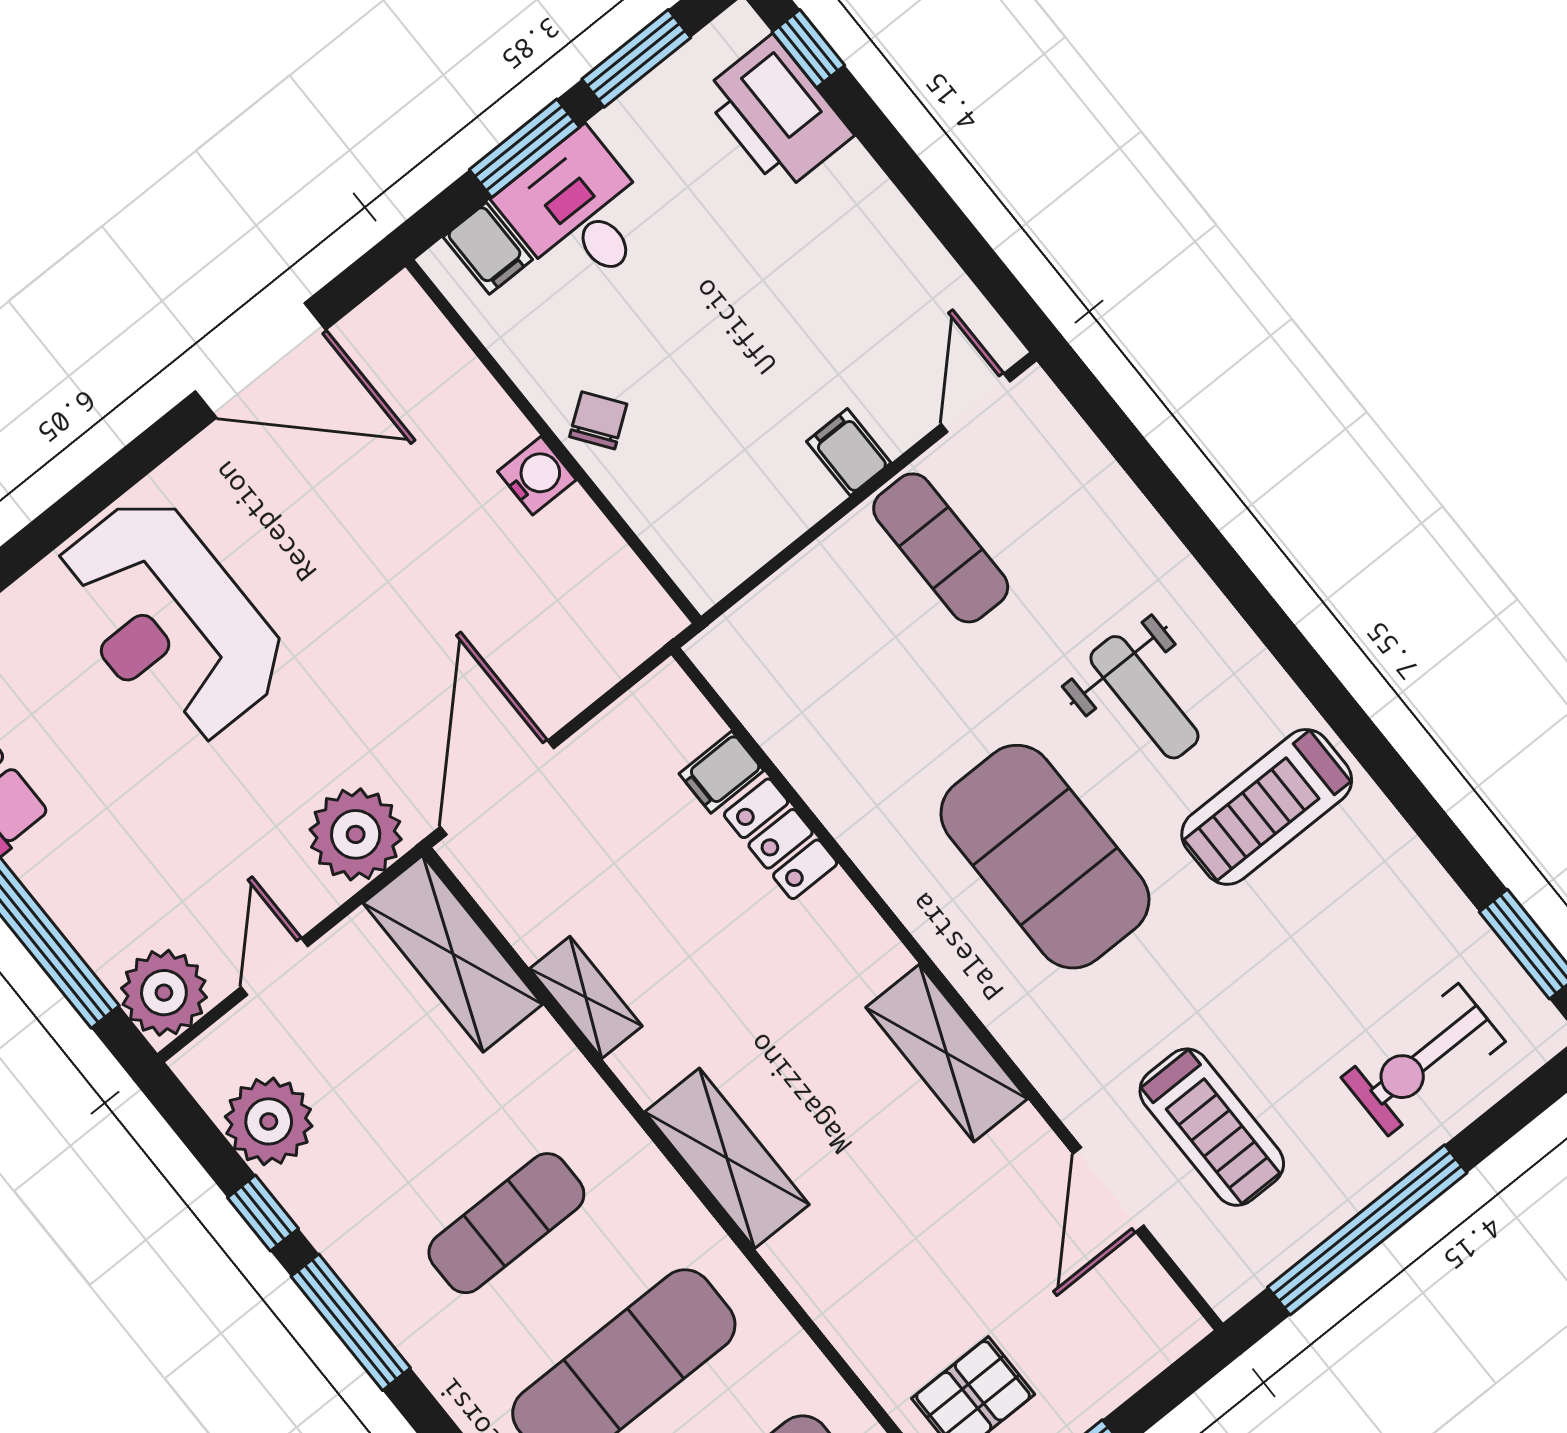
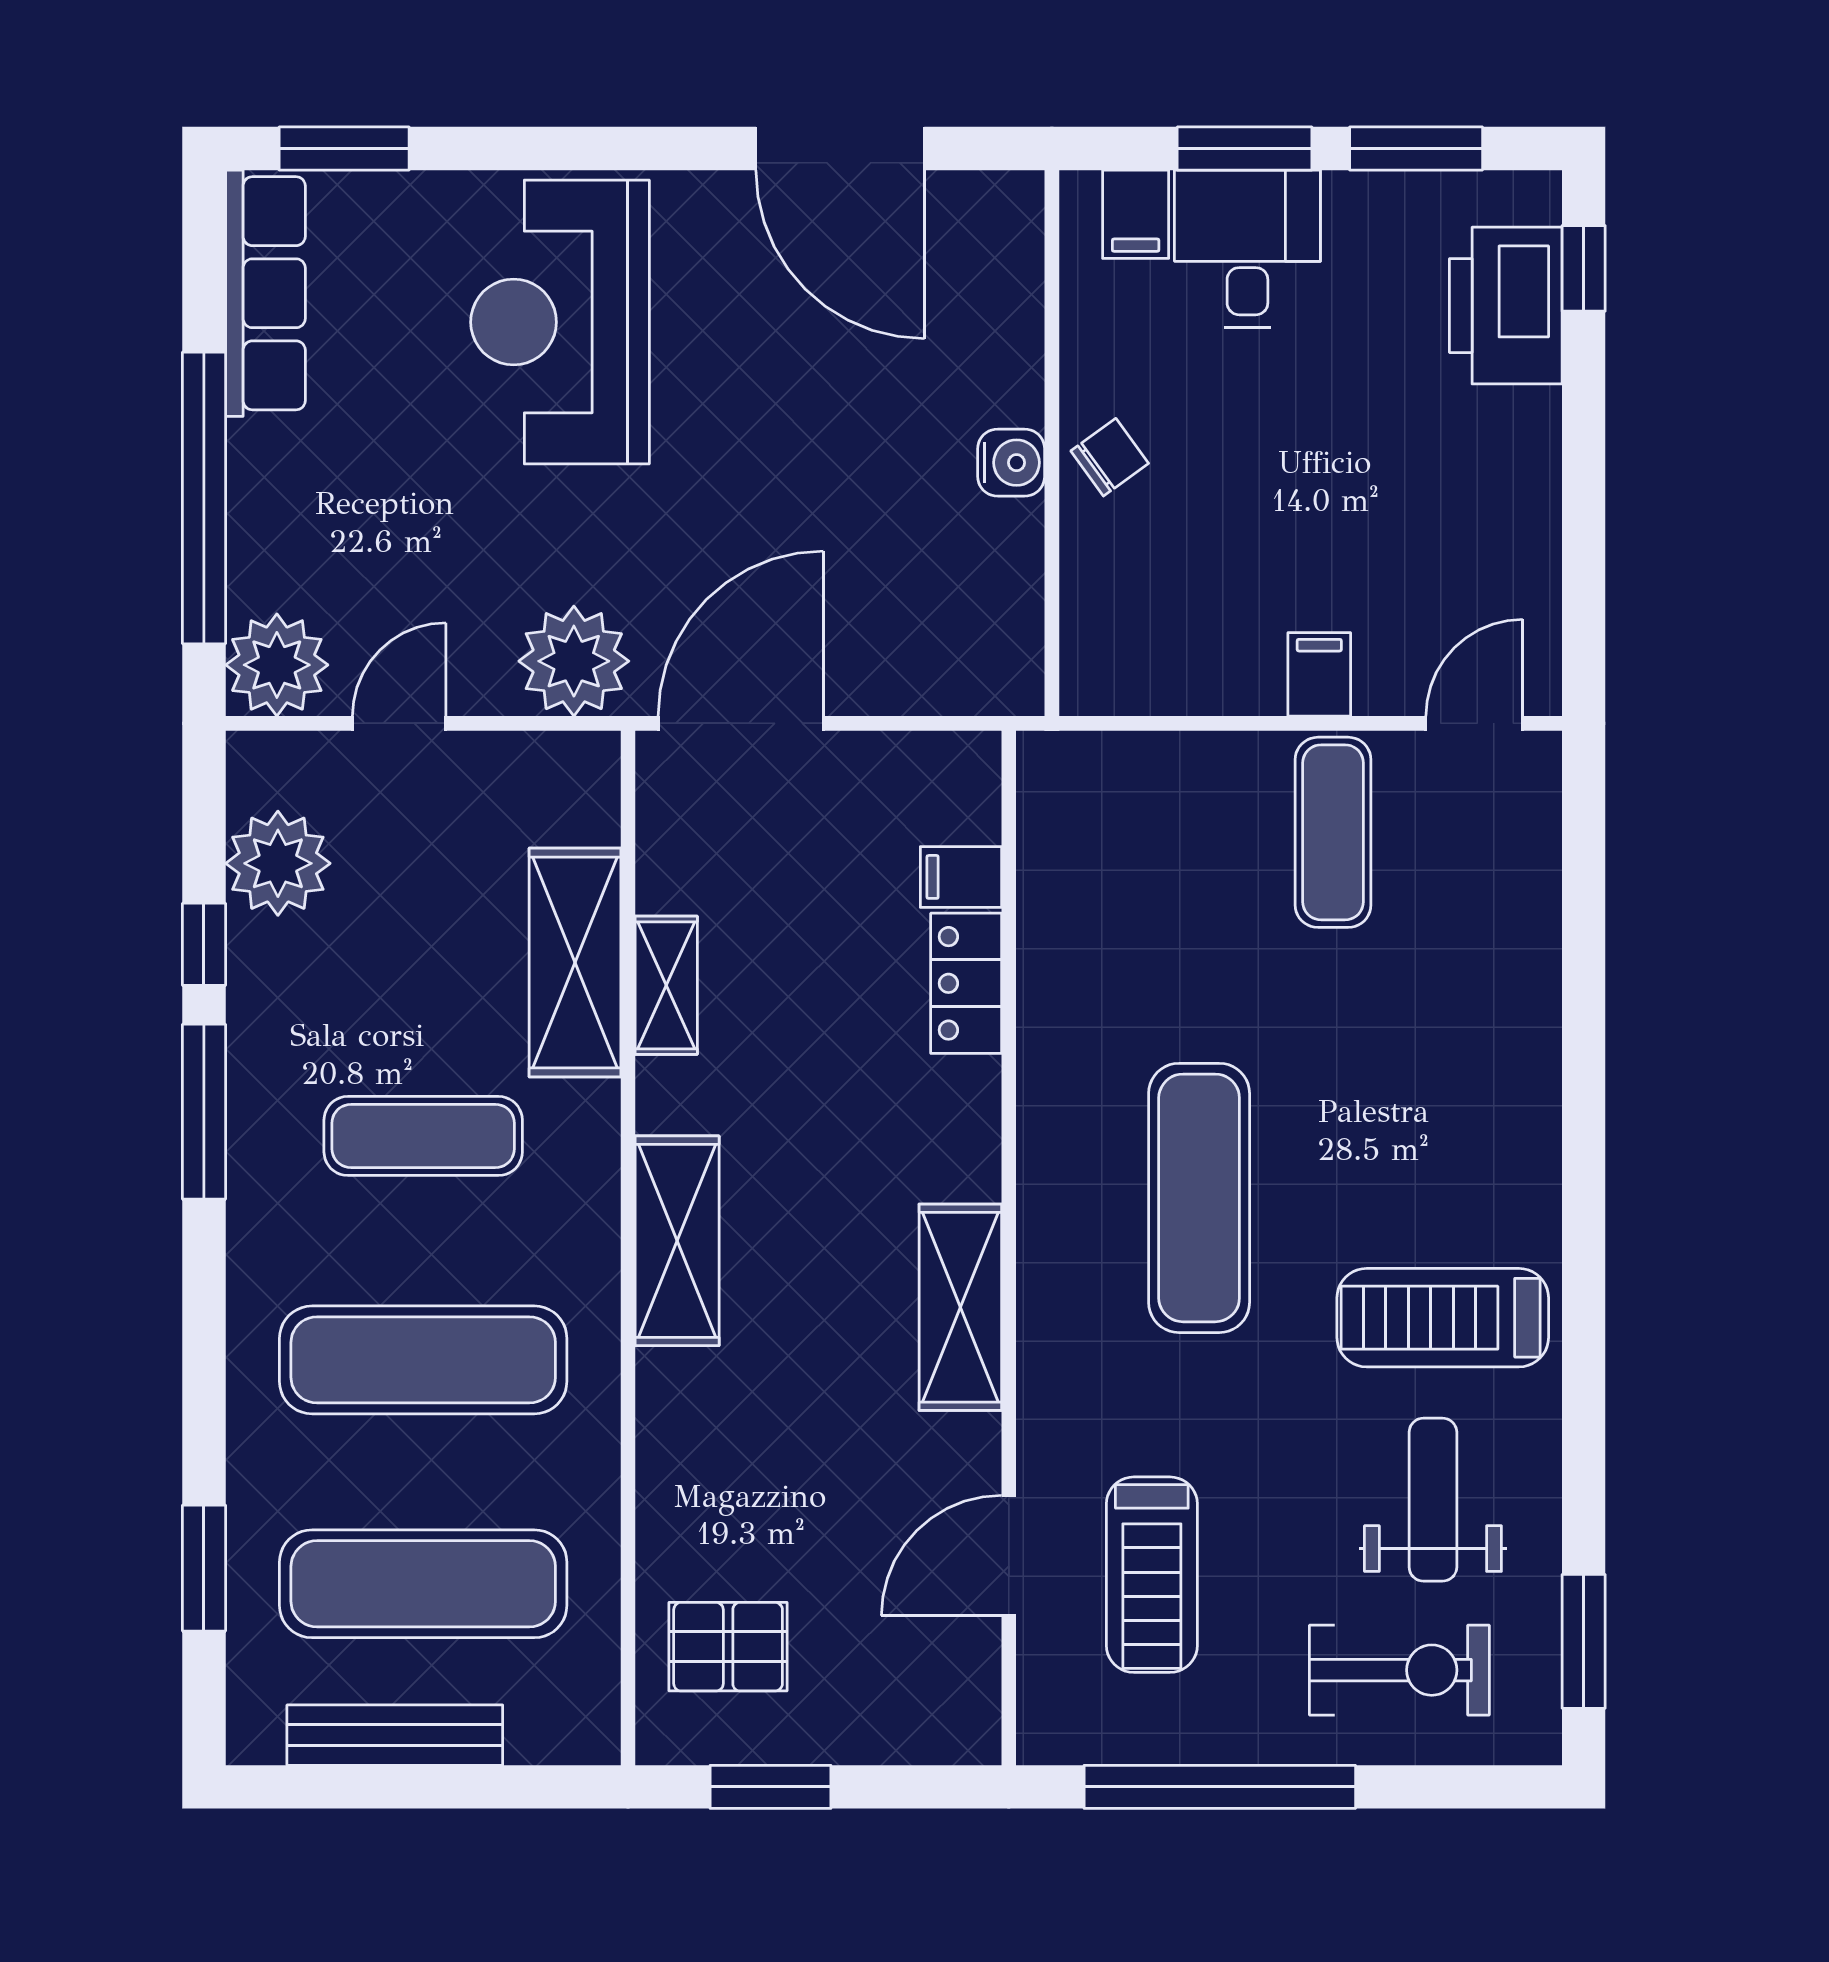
weight bench: (1144, 697) -> (1433, 1500), moved, turned 180
exercise mat: (1045, 857) -> (1199, 1198), width x0.68
shelving: (453, 954) -> (575, 962), moved
exercise bike: (1423, 1060) -> (1399, 1670), turned 180

